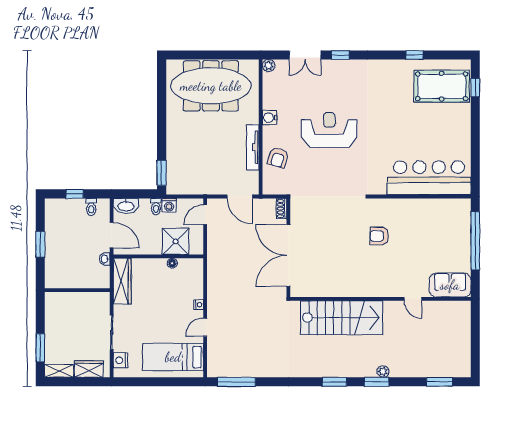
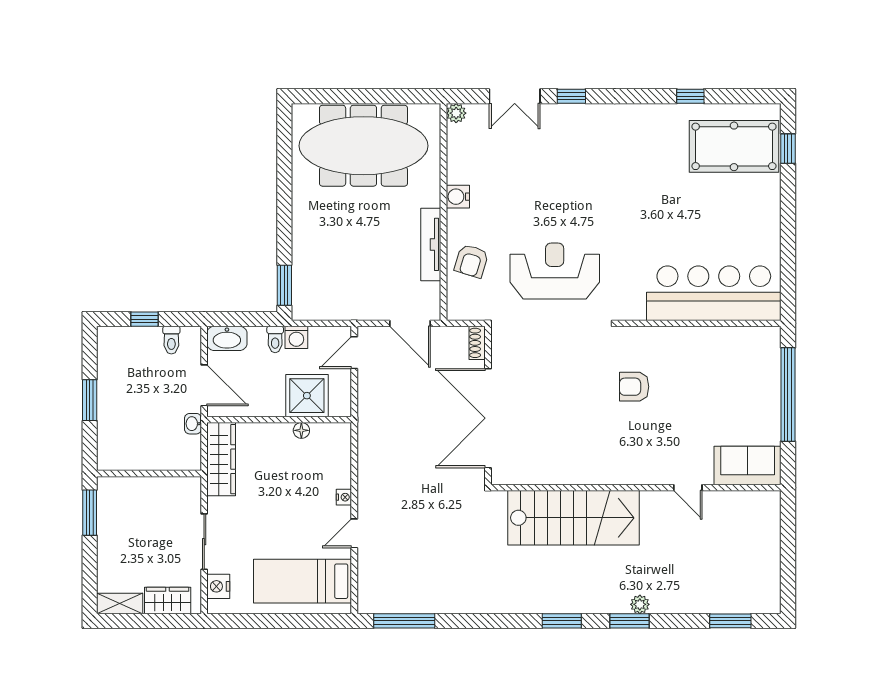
reception desk: (329, 130) -> (555, 271), moved
window: (40, 348) -> (90, 513), moved

